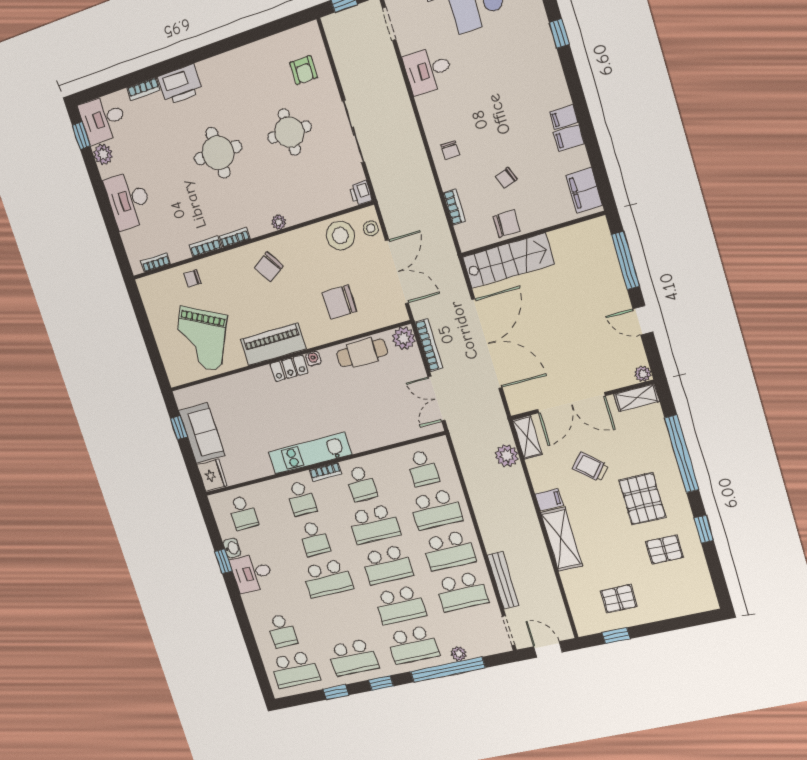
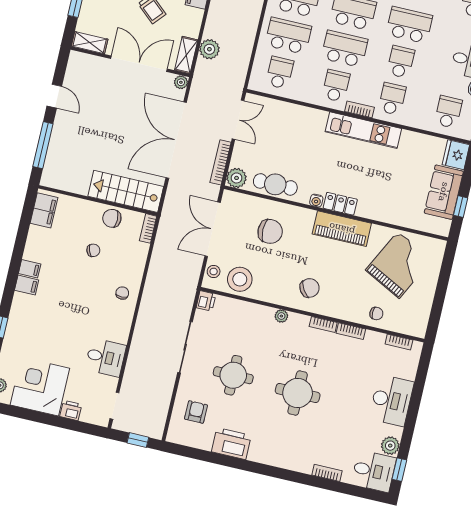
printer: (180, 84) -> (231, 444), moved
filing cabinet: (569, 138) -> (27, 285), moved
bookcase: (454, 207) -> (148, 228), moved
plant: (643, 374) -> (181, 82), moved

